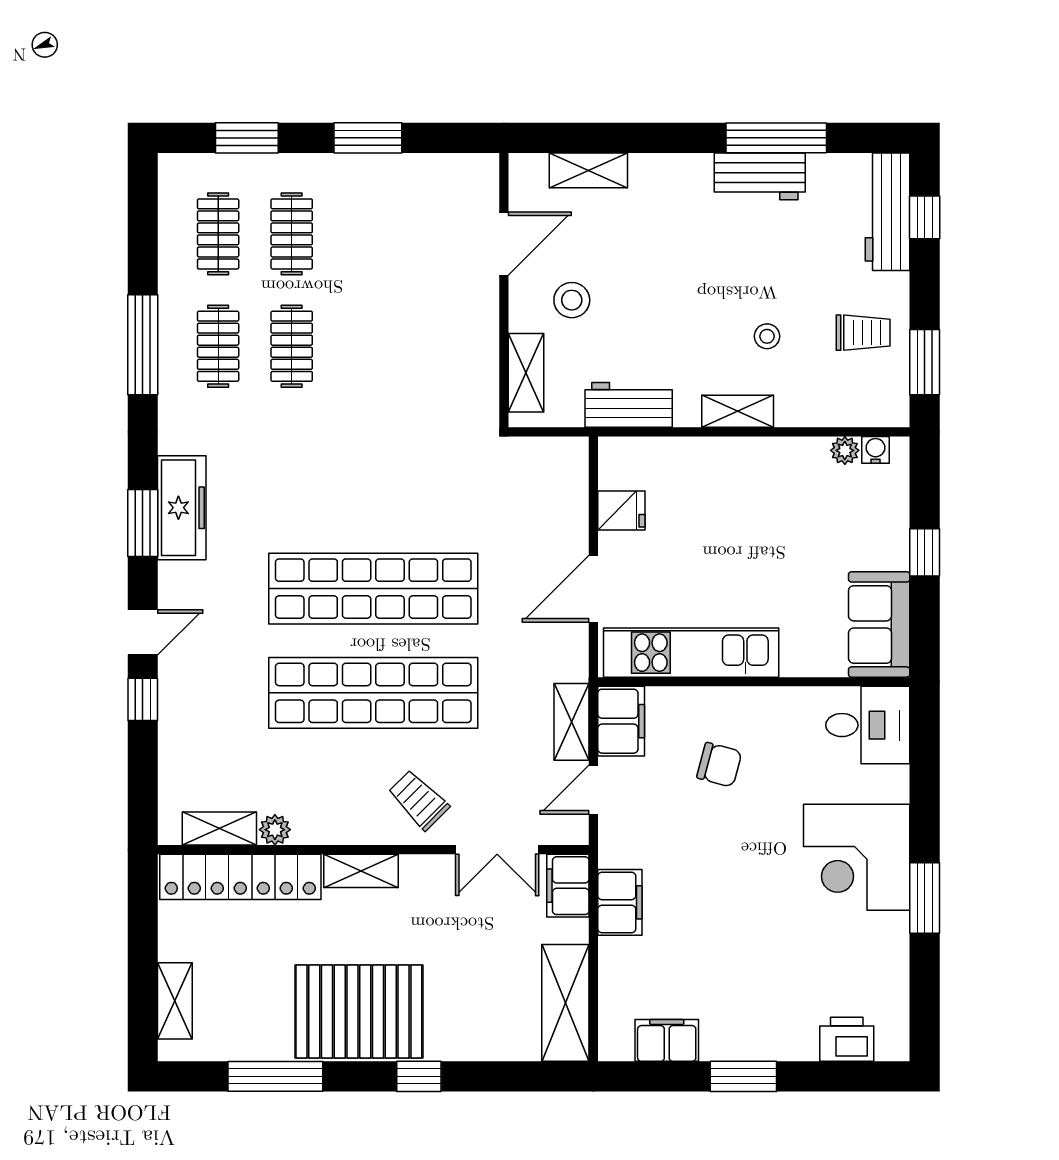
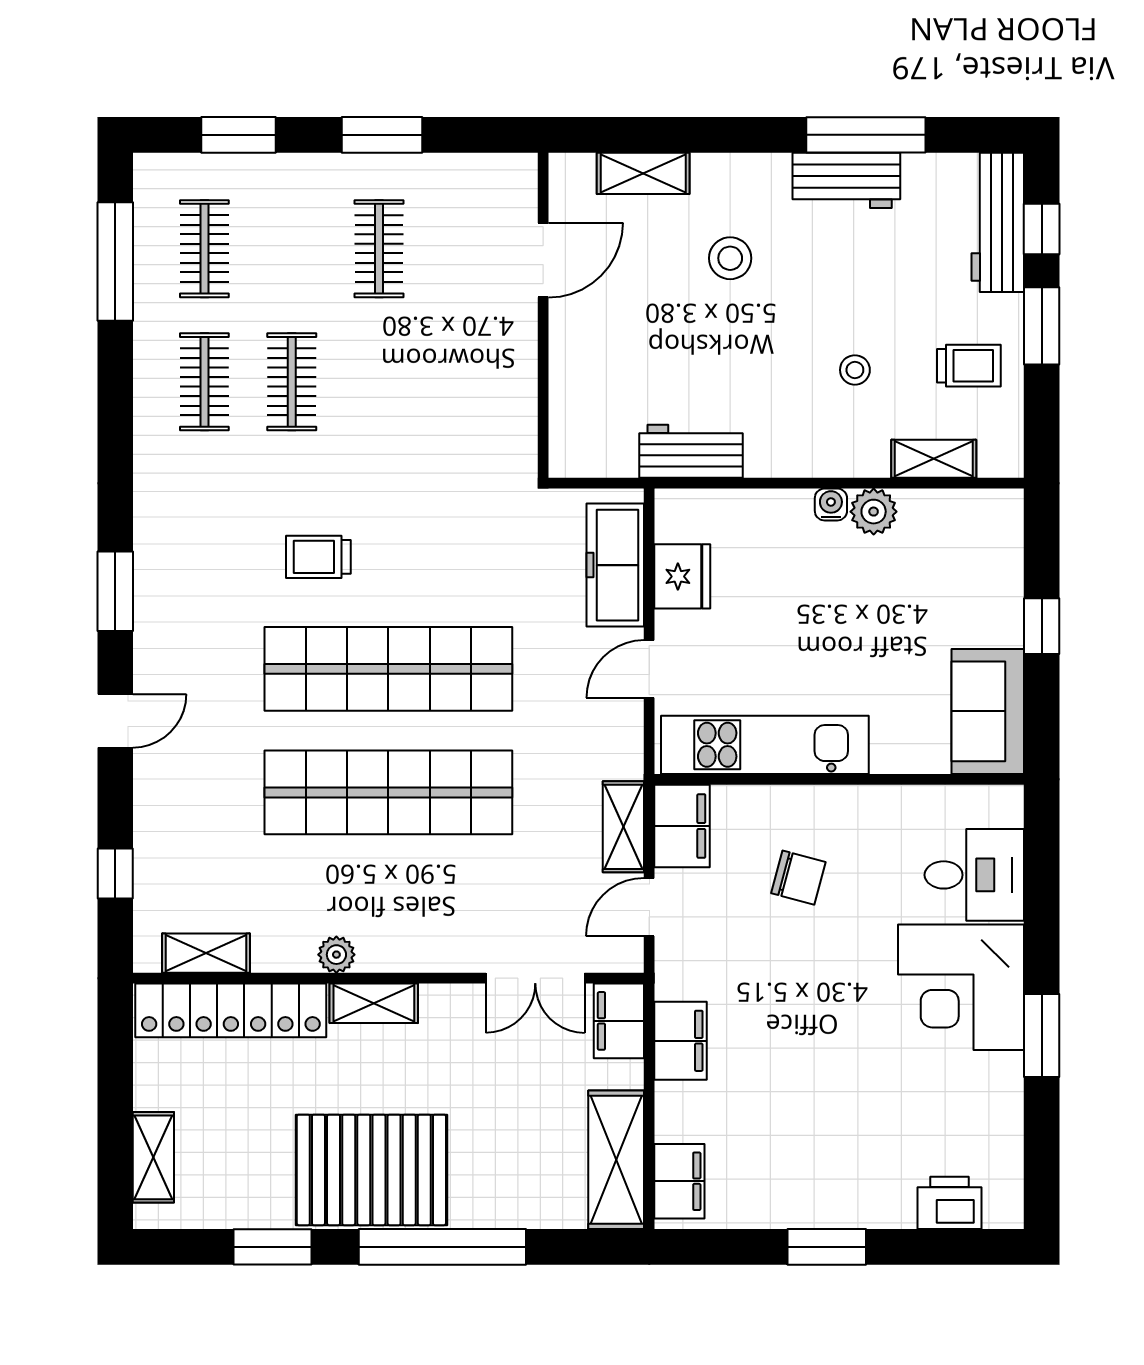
clothes rail: (292, 234) -> (379, 249), moved
stool: (572, 300) -> (730, 258), moved
window: (143, 345) -> (115, 262), moved
window: (925, 362) -> (1042, 326), moved
shelving: (526, 373) -> (569, 413), removed
shelving: (738, 411) -> (934, 459), moved
plant: (845, 450) -> (874, 512), moved, width x1.38, depth x1.38
water cooler: (875, 450) -> (831, 505), moved
freezer: (182, 508) -> (615, 565), moved, turned 180
fridge: (621, 511) -> (682, 576), width x1.38
door: (593, 589) -> (649, 669), width x0.73
window: (143, 699) -> (115, 873), moved
desk: (868, 725) -> (974, 875), moved
trolley: (419, 800) -> (318, 557), moved, turned -45
plant: (275, 830) -> (336, 955), moved
filing cabinet: (667, 1040) -> (679, 1181), moved, turned 90
window: (275, 1076) -> (272, 1247), width x0.69
window: (419, 1076) -> (442, 1247), width x3.17

